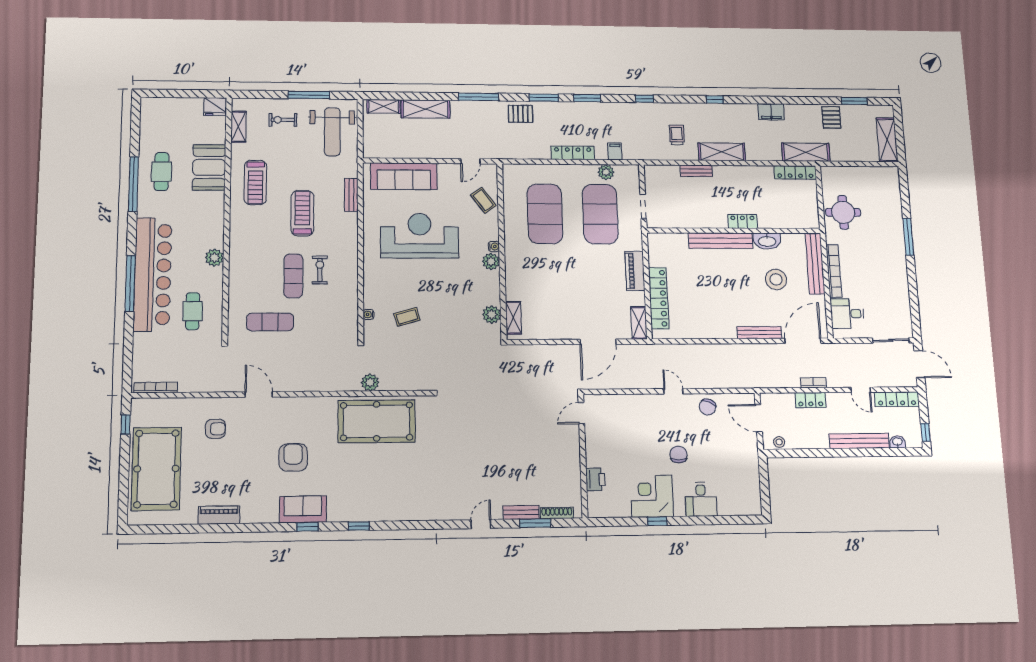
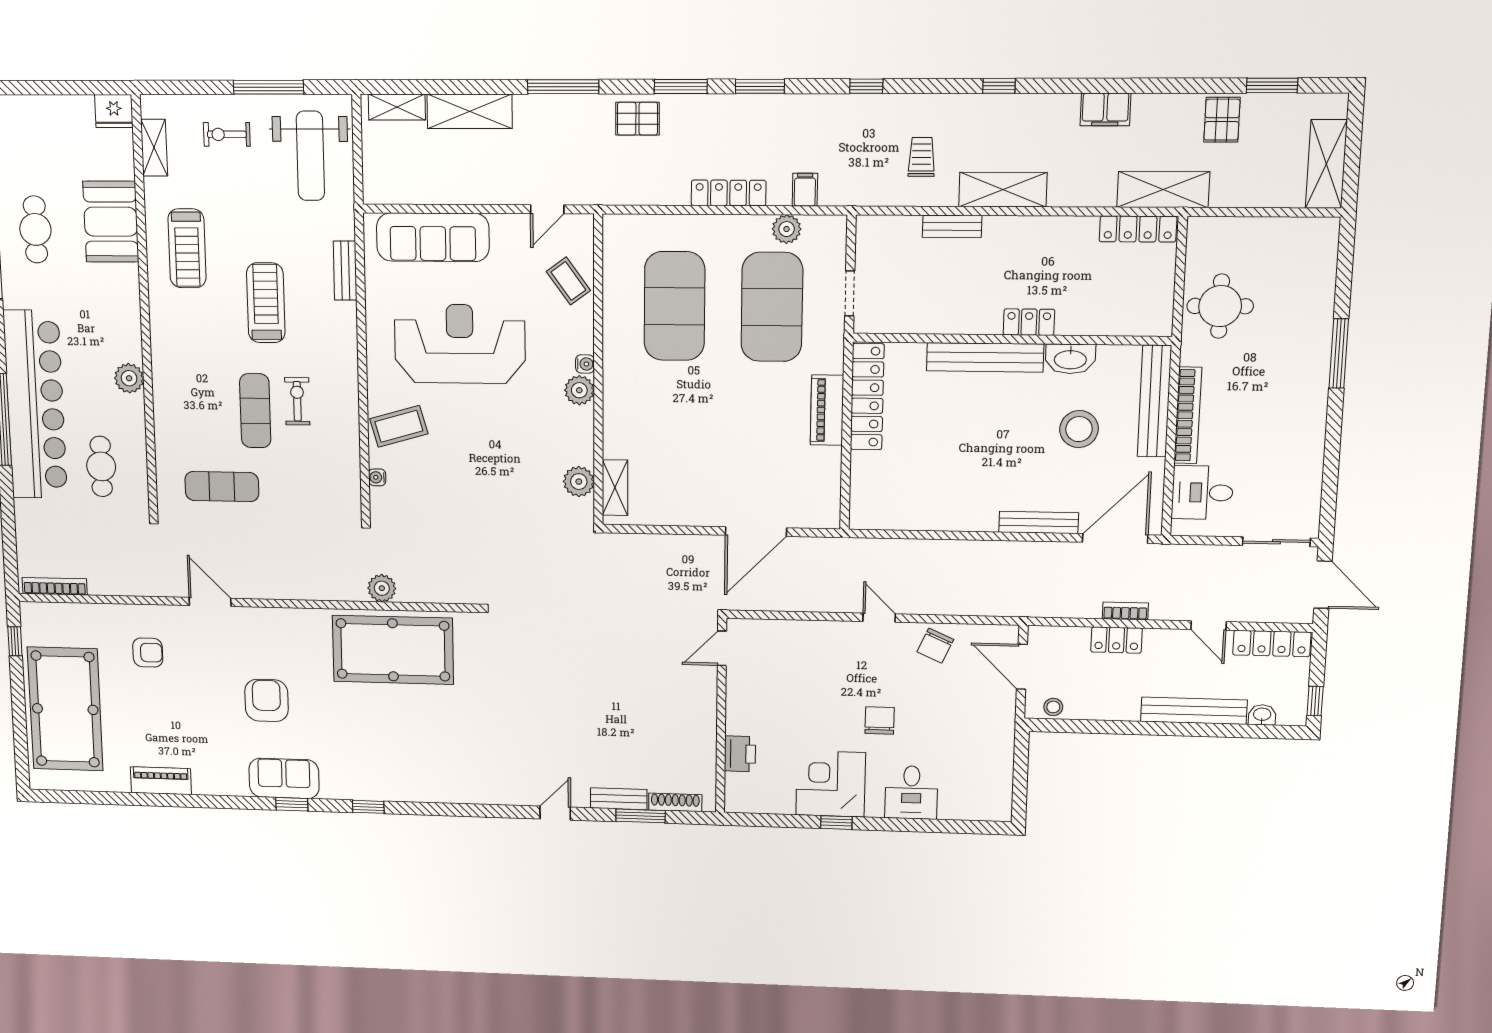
locker: (659, 298) -> (867, 397), moved
coffee table: (407, 317) -> (399, 426), moved, width x1.36, depth x1.30
shelving: (639, 323) -> (828, 501), removed

